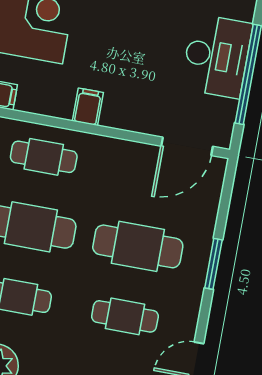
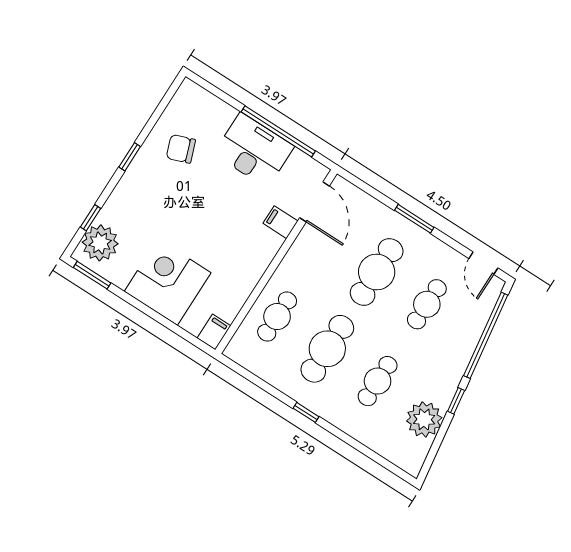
filing cabinet: (88, 107) -> (281, 222), moved

